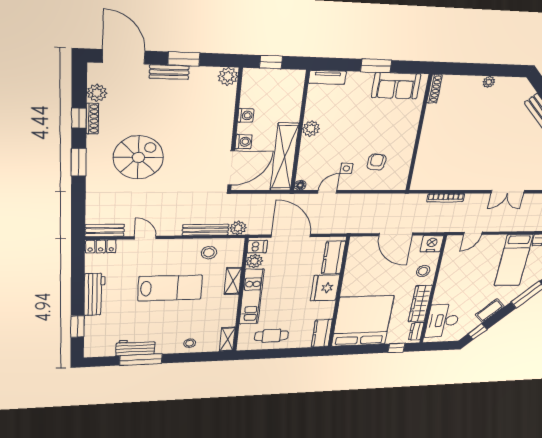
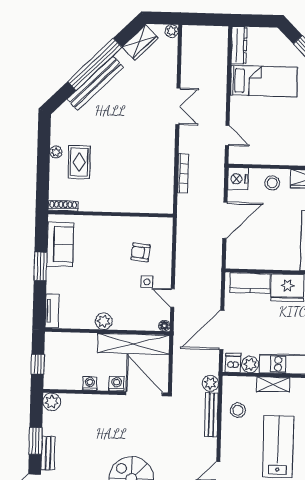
rug: (475, 104) -> (79, 162), added

